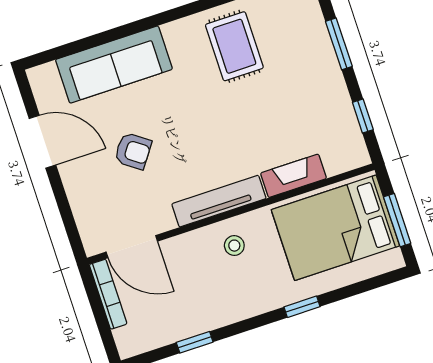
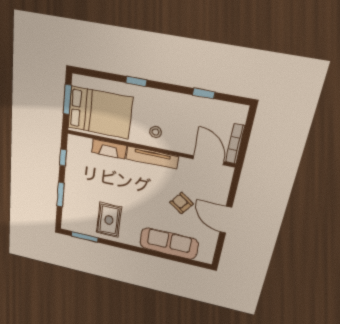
door: (42, 142) -> (226, 220), moved

